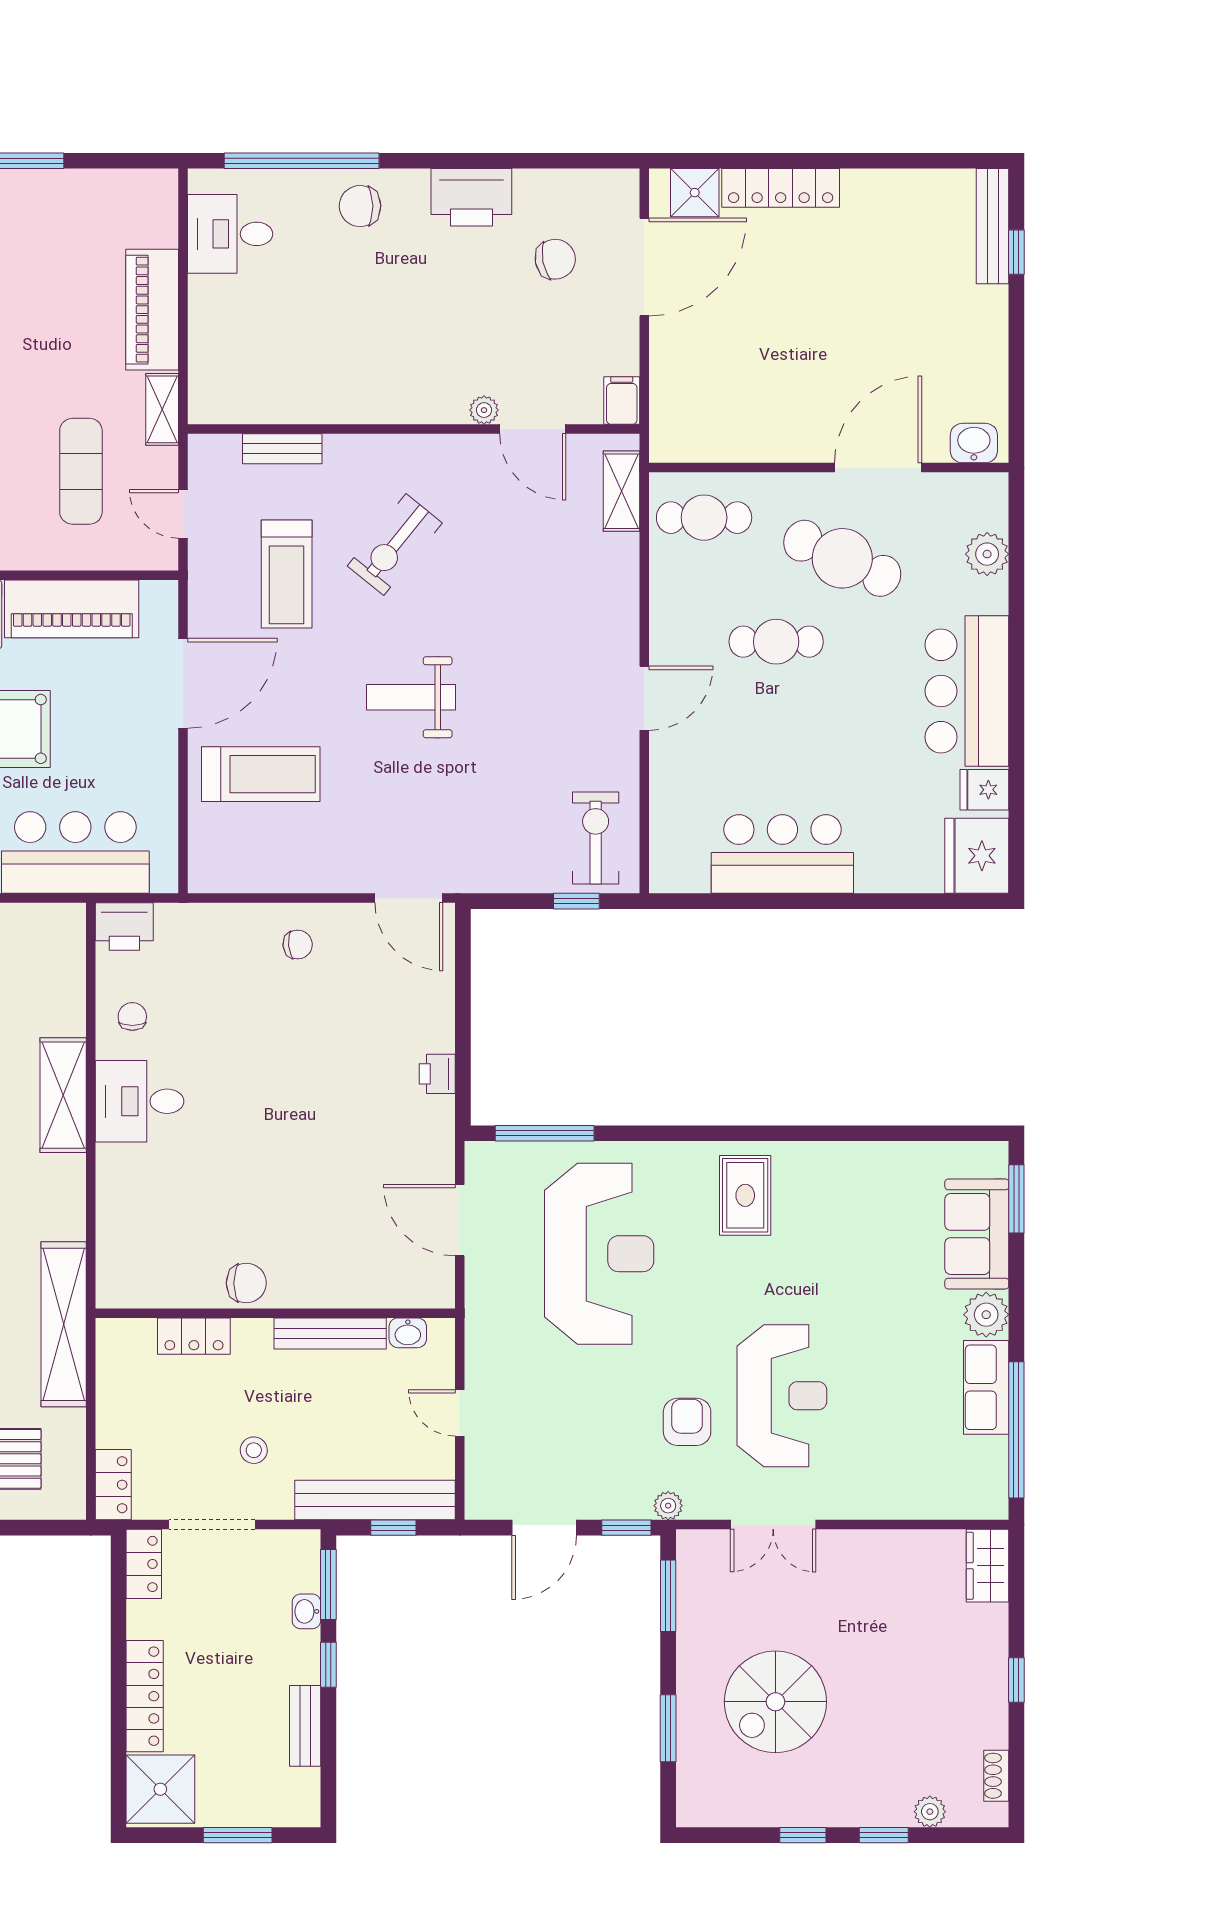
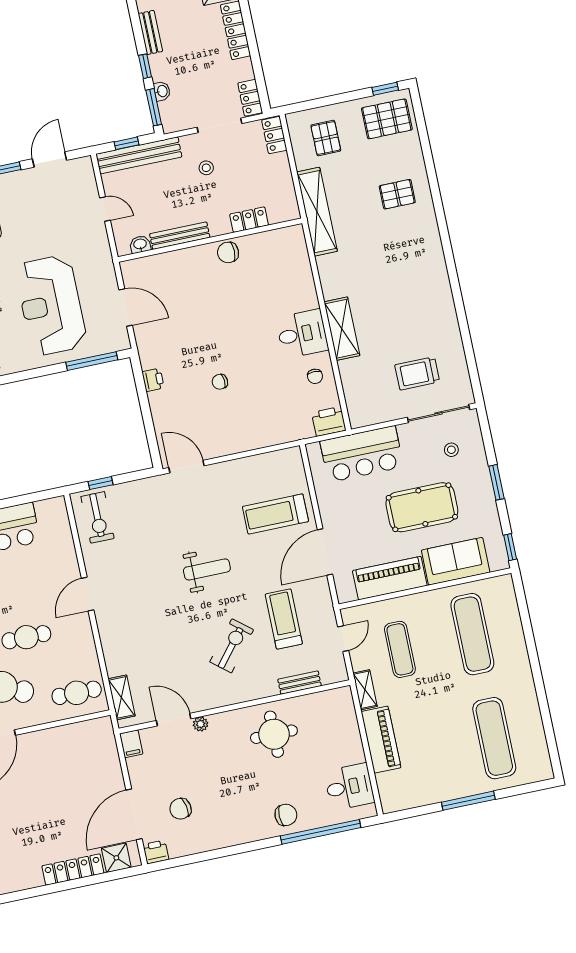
printer: (471, 197) -> (156, 852), moved, width x0.53, depth x0.68
round table: (350, 362) -> (274, 734), added
door: (183, 514) -> (343, 639), hinge flipped
chair: (298, 945) -> (220, 382), moved

